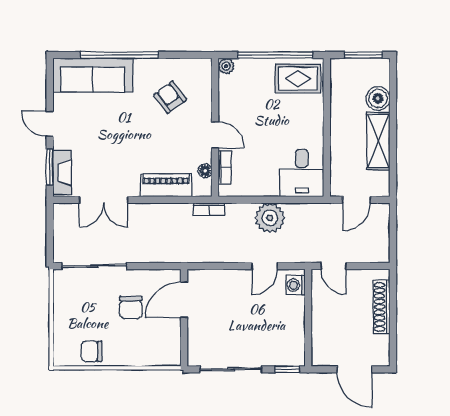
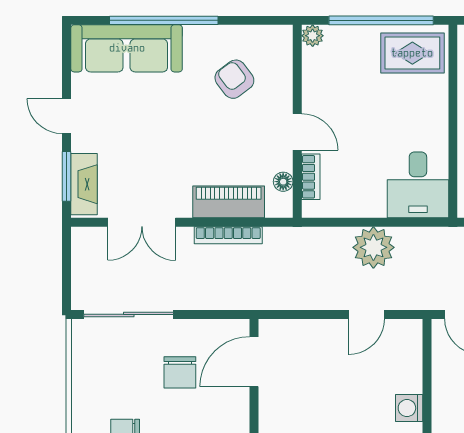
bookcase: (209, 209) -> (228, 235), moved, width x1.56
washing machine: (295, 285) -> (409, 408), moved

